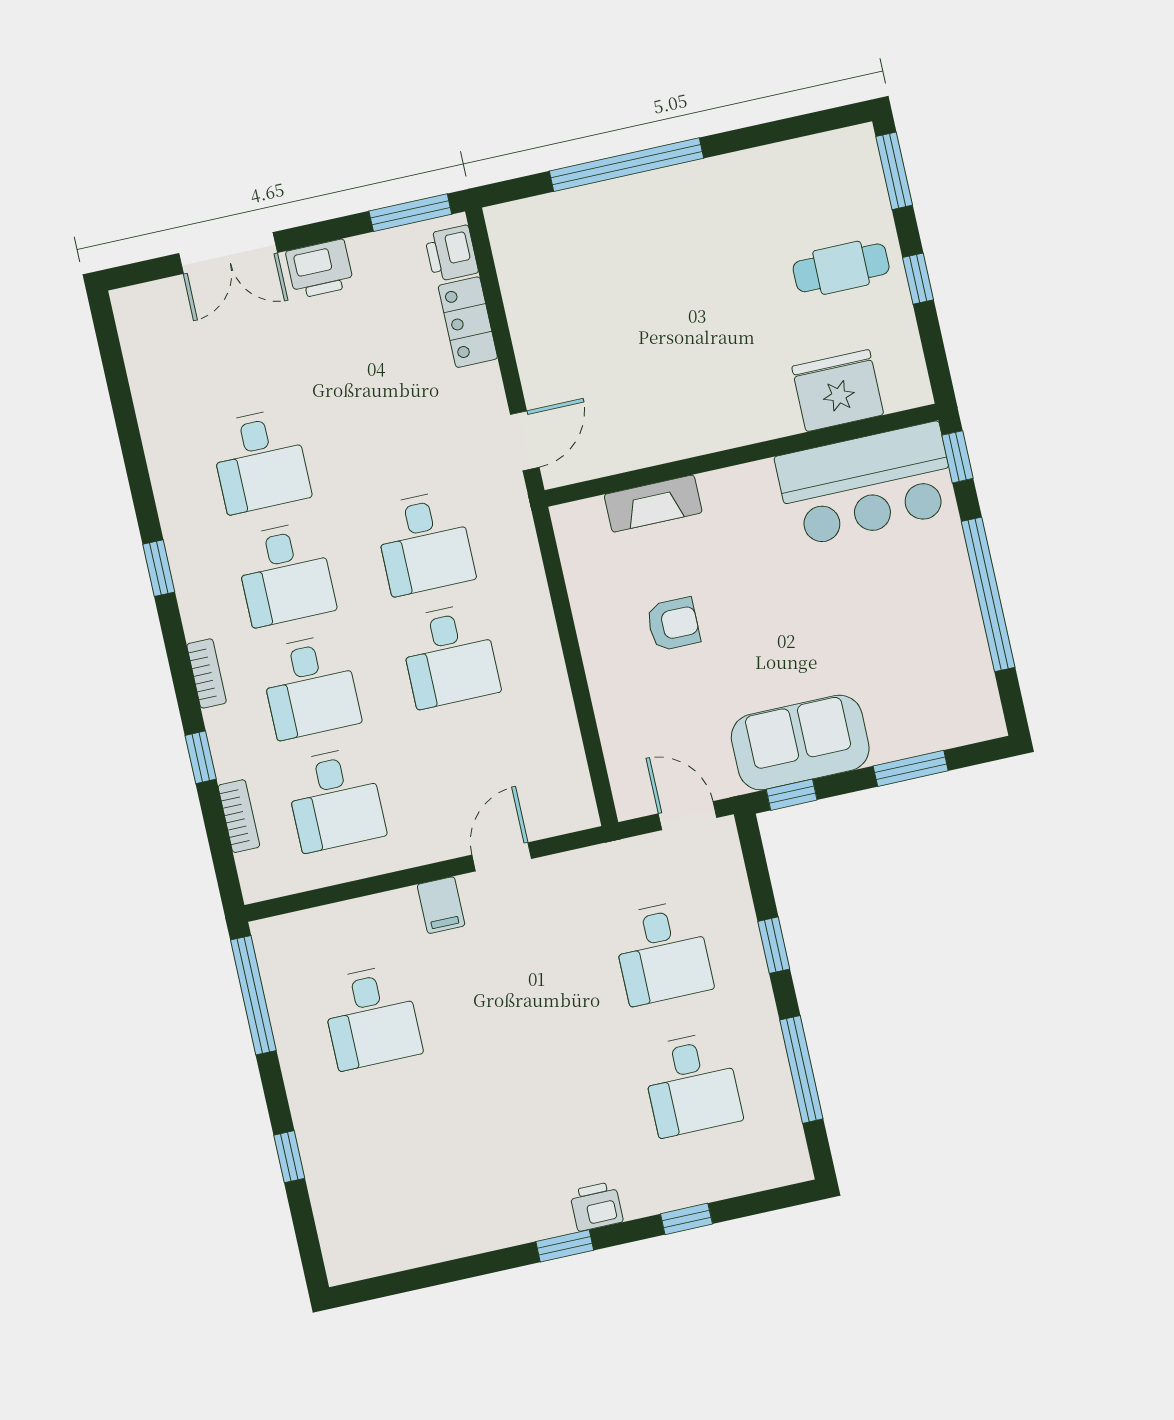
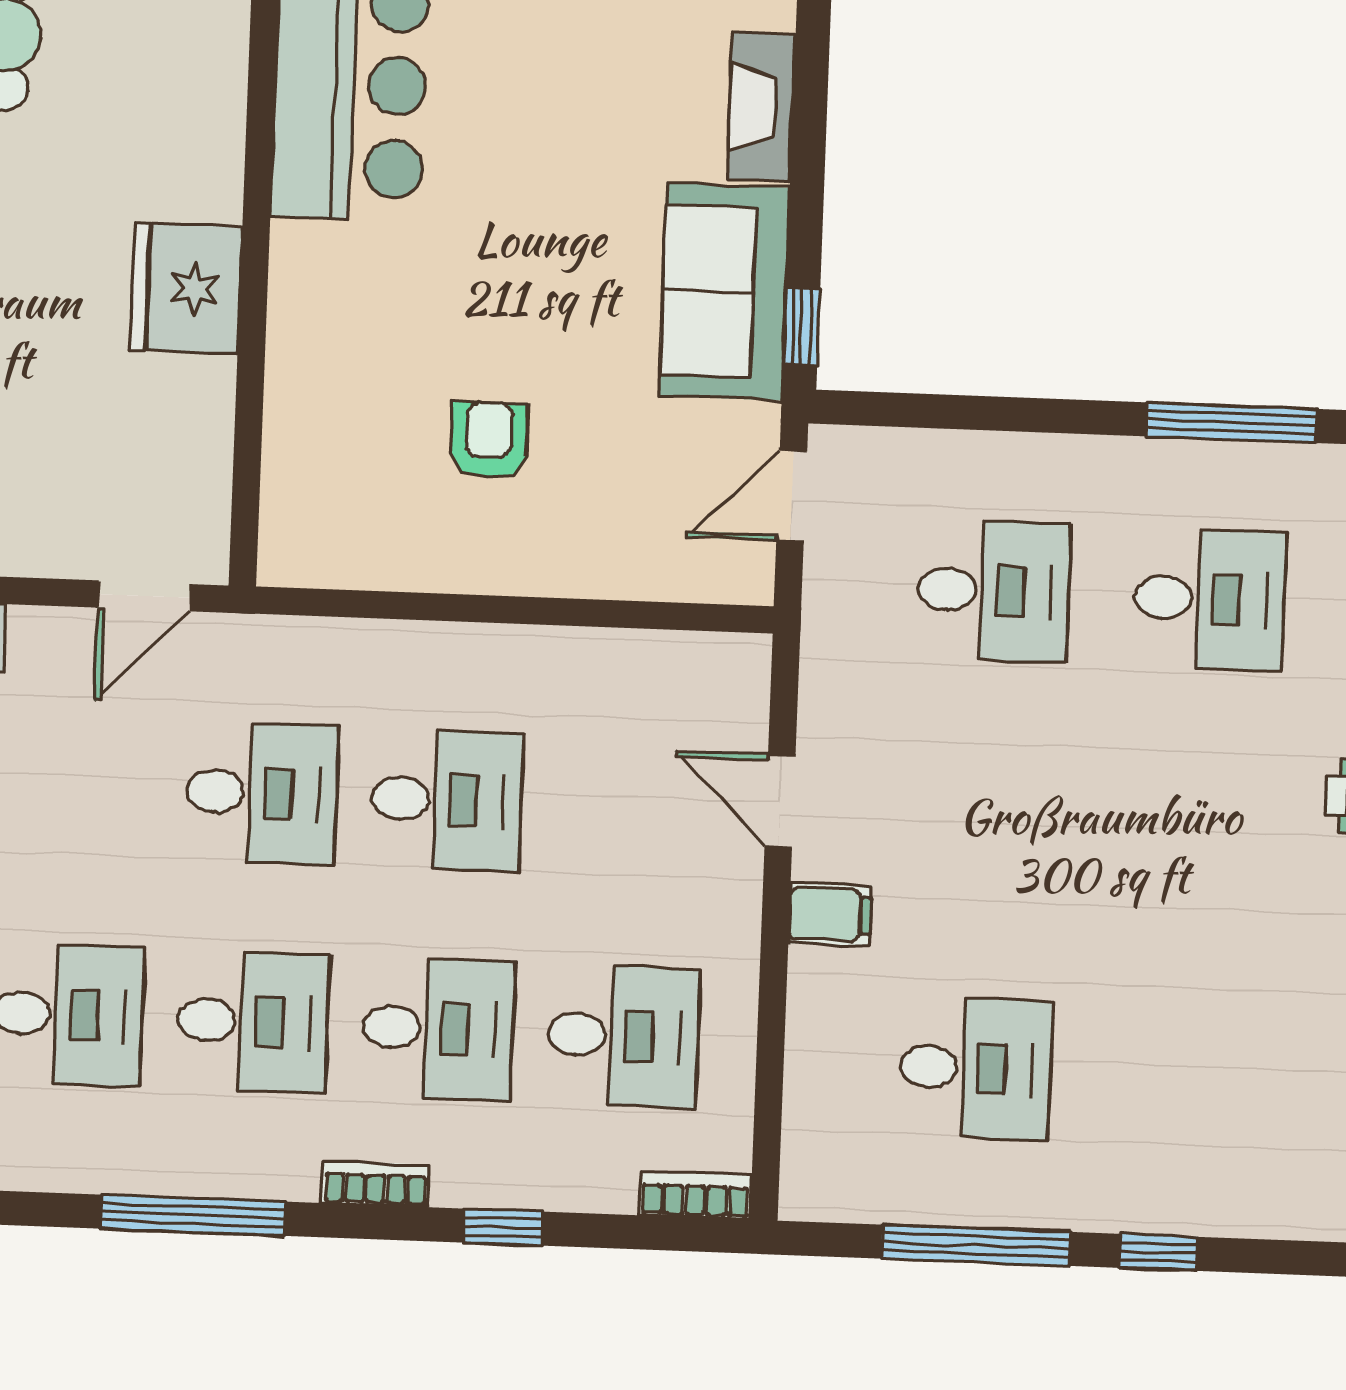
fridge: (838, 391) -> (186, 288), moved
door: (525, 441) -> (144, 596), swing flipped
fireplace: (653, 504) -> (761, 107), moved, turned 180
window: (159, 568) -> (193, 1215), width x2.17
window: (911, 768) -> (809, 131), removed
bookcase: (239, 816) -> (695, 1195), moved
window: (774, 945) -> (1028, 415), removed
window: (253, 995) -> (976, 1245), moved

